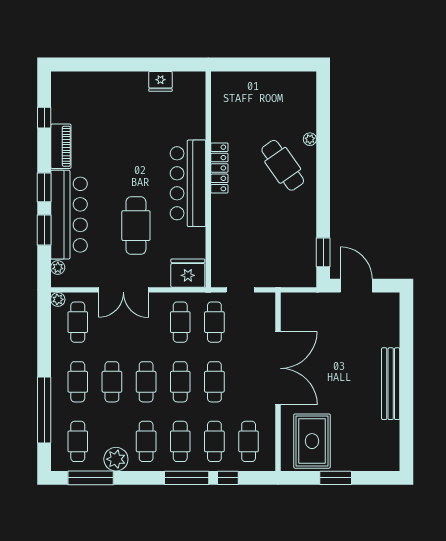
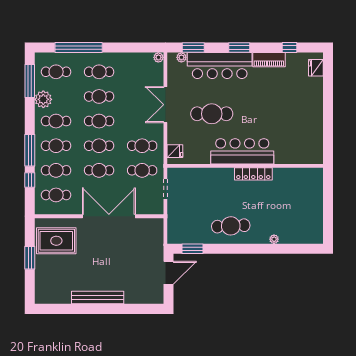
fridge: (160, 81) -> (316, 68), moved
cafe table: (283, 165) -> (231, 226), moved, turned 32
window: (44, 230) -> (193, 47), moved
fridge: (188, 273) -> (175, 151), width x0.53, depth x0.75
cafe table: (78, 322) -> (142, 72), removed
double door: (278, 368) -> (109, 216), swing flipped

